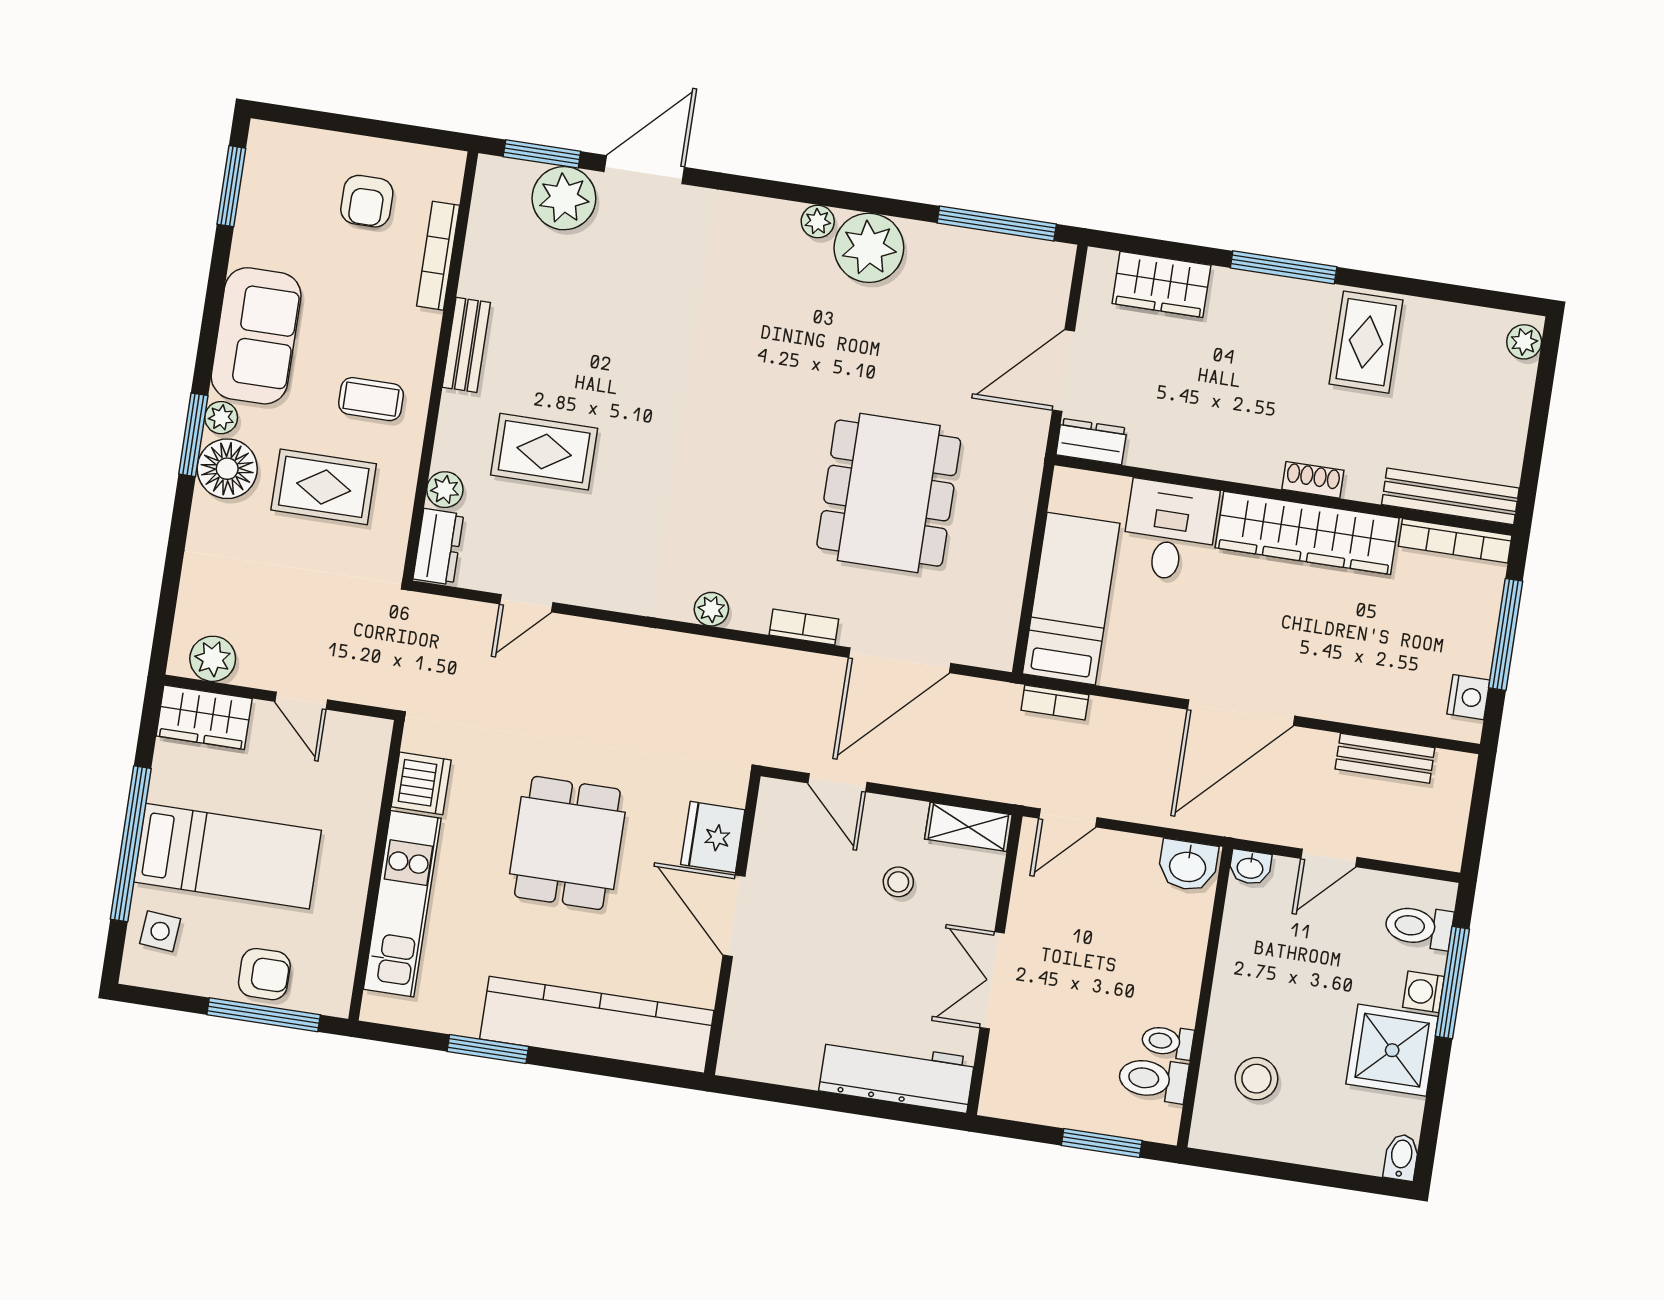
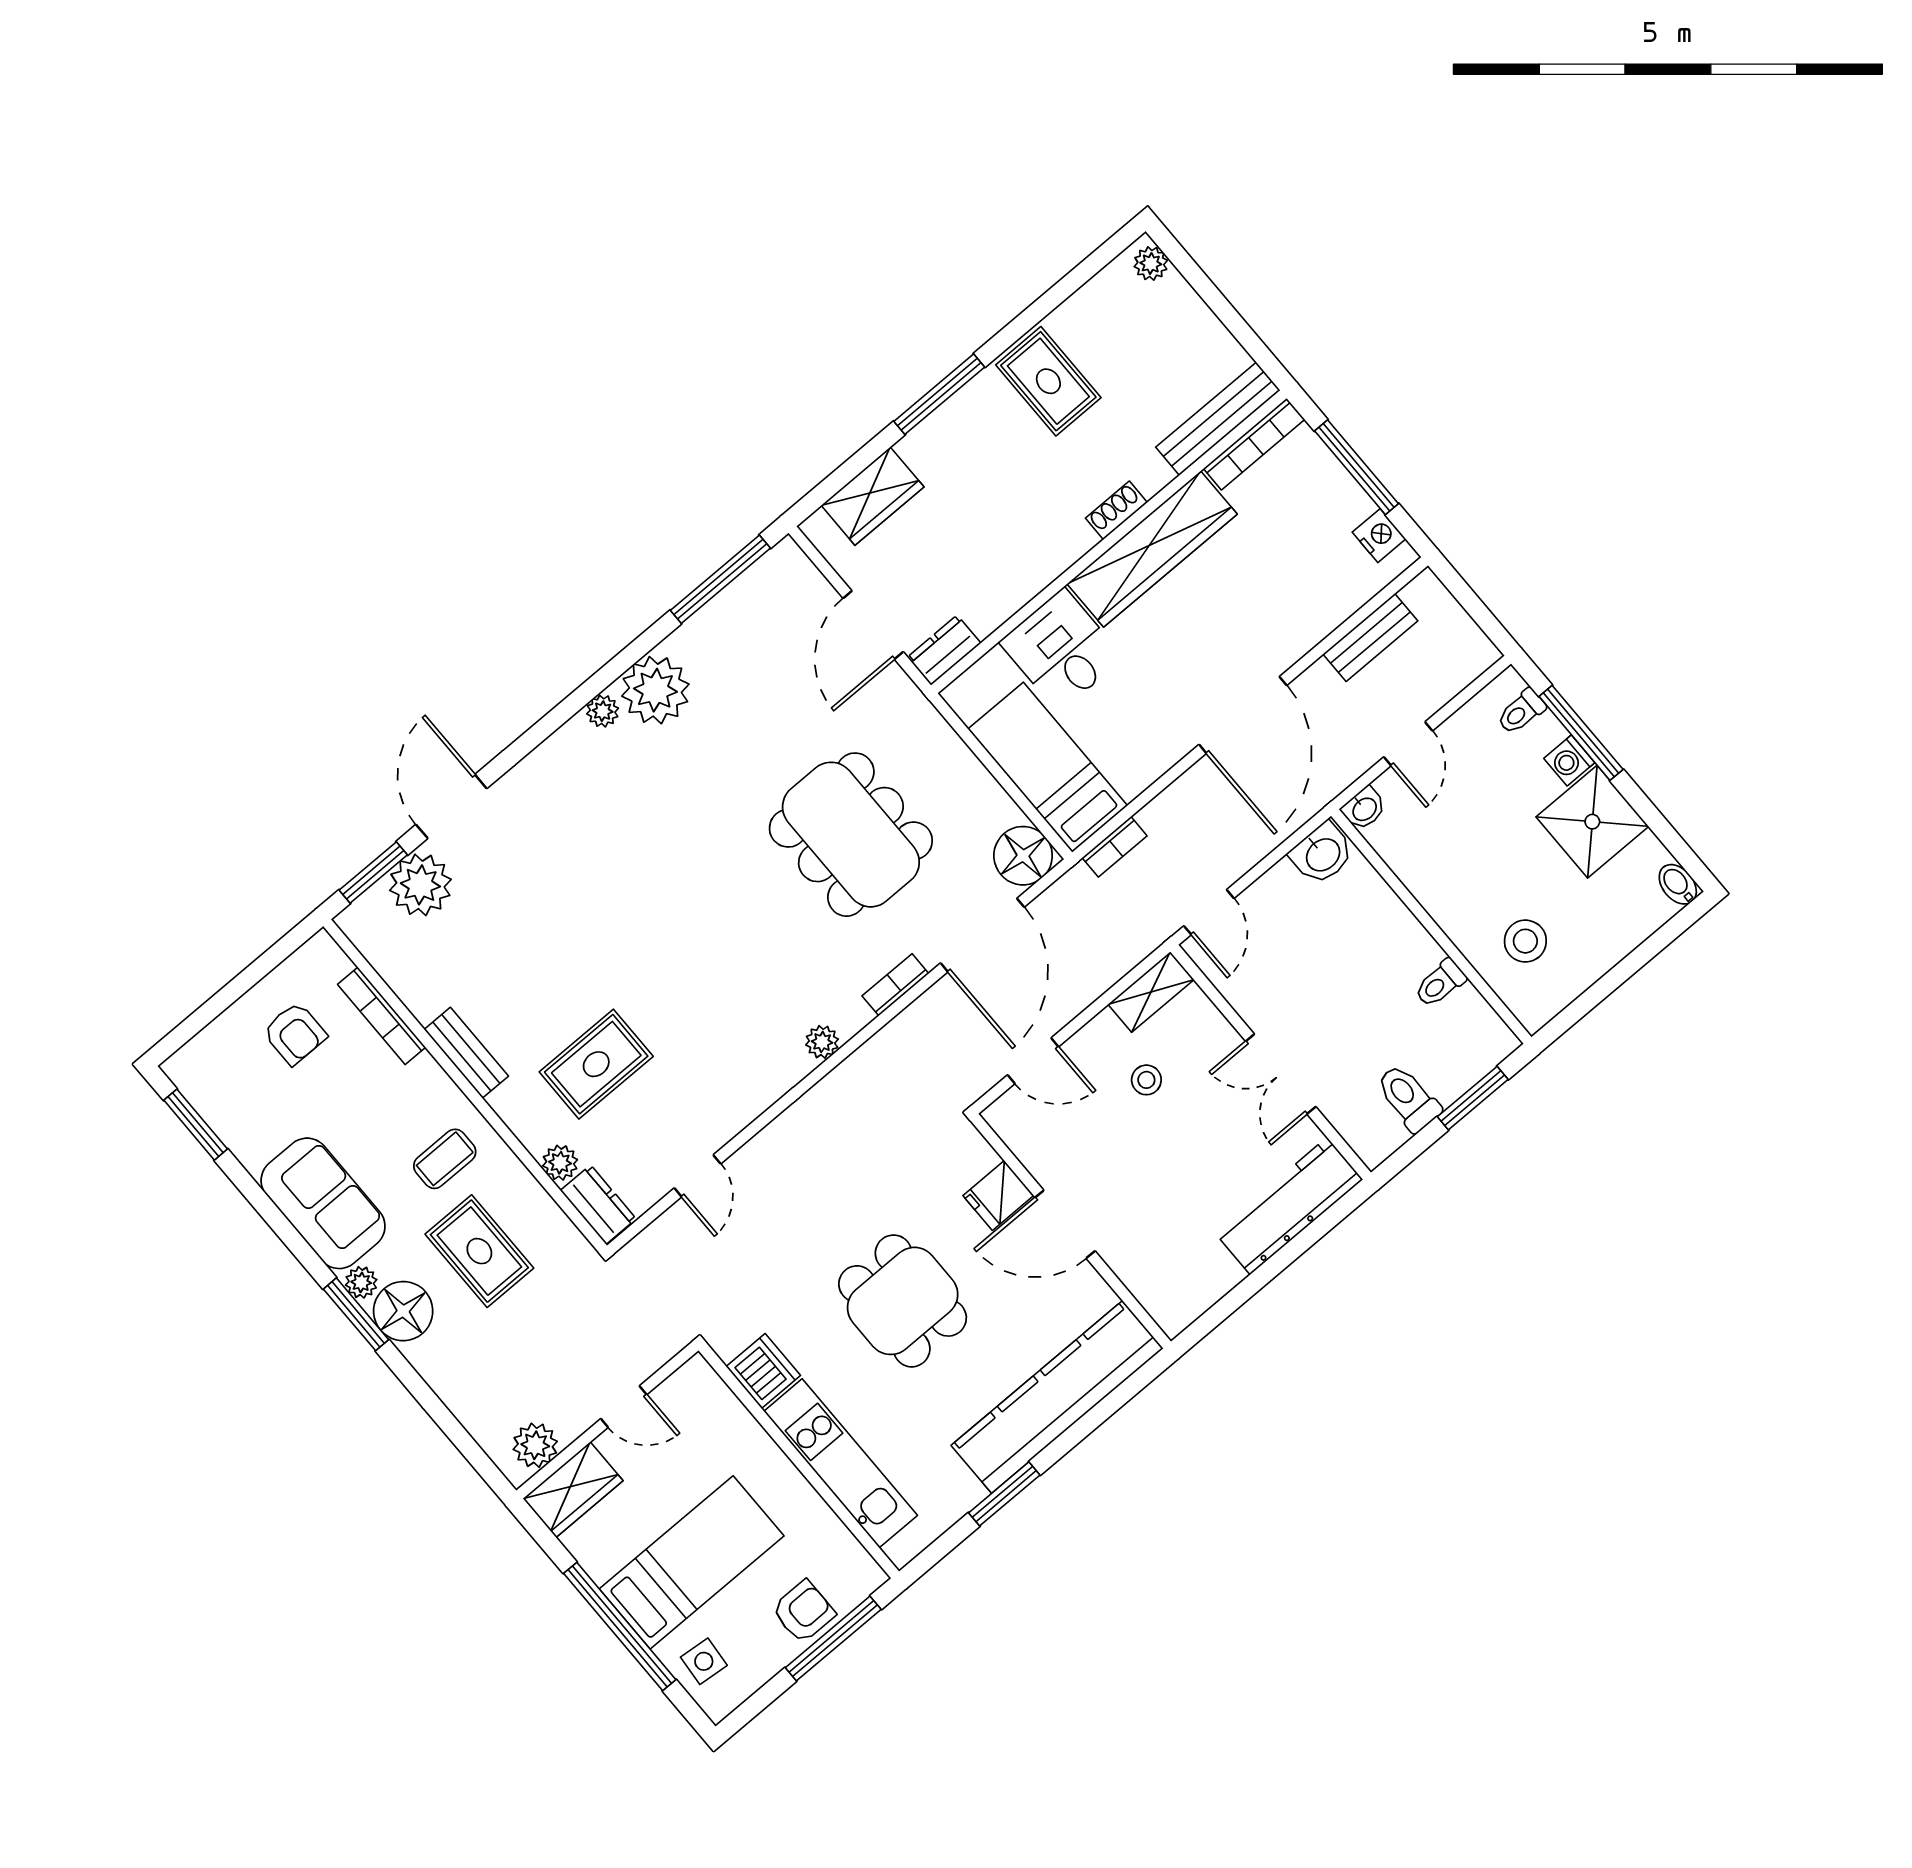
rug: (324, 487) -> (479, 1251), turned 90
floor lamp: (987, 639) -> (1023, 856), added
fridge: (713, 837) -> (998, 1196), width x0.72
toilet: (1419, 927) -> (1521, 712), width x0.73, depth x0.72
toilet: (1153, 1079) -> (1408, 1098), moved, turned 90

